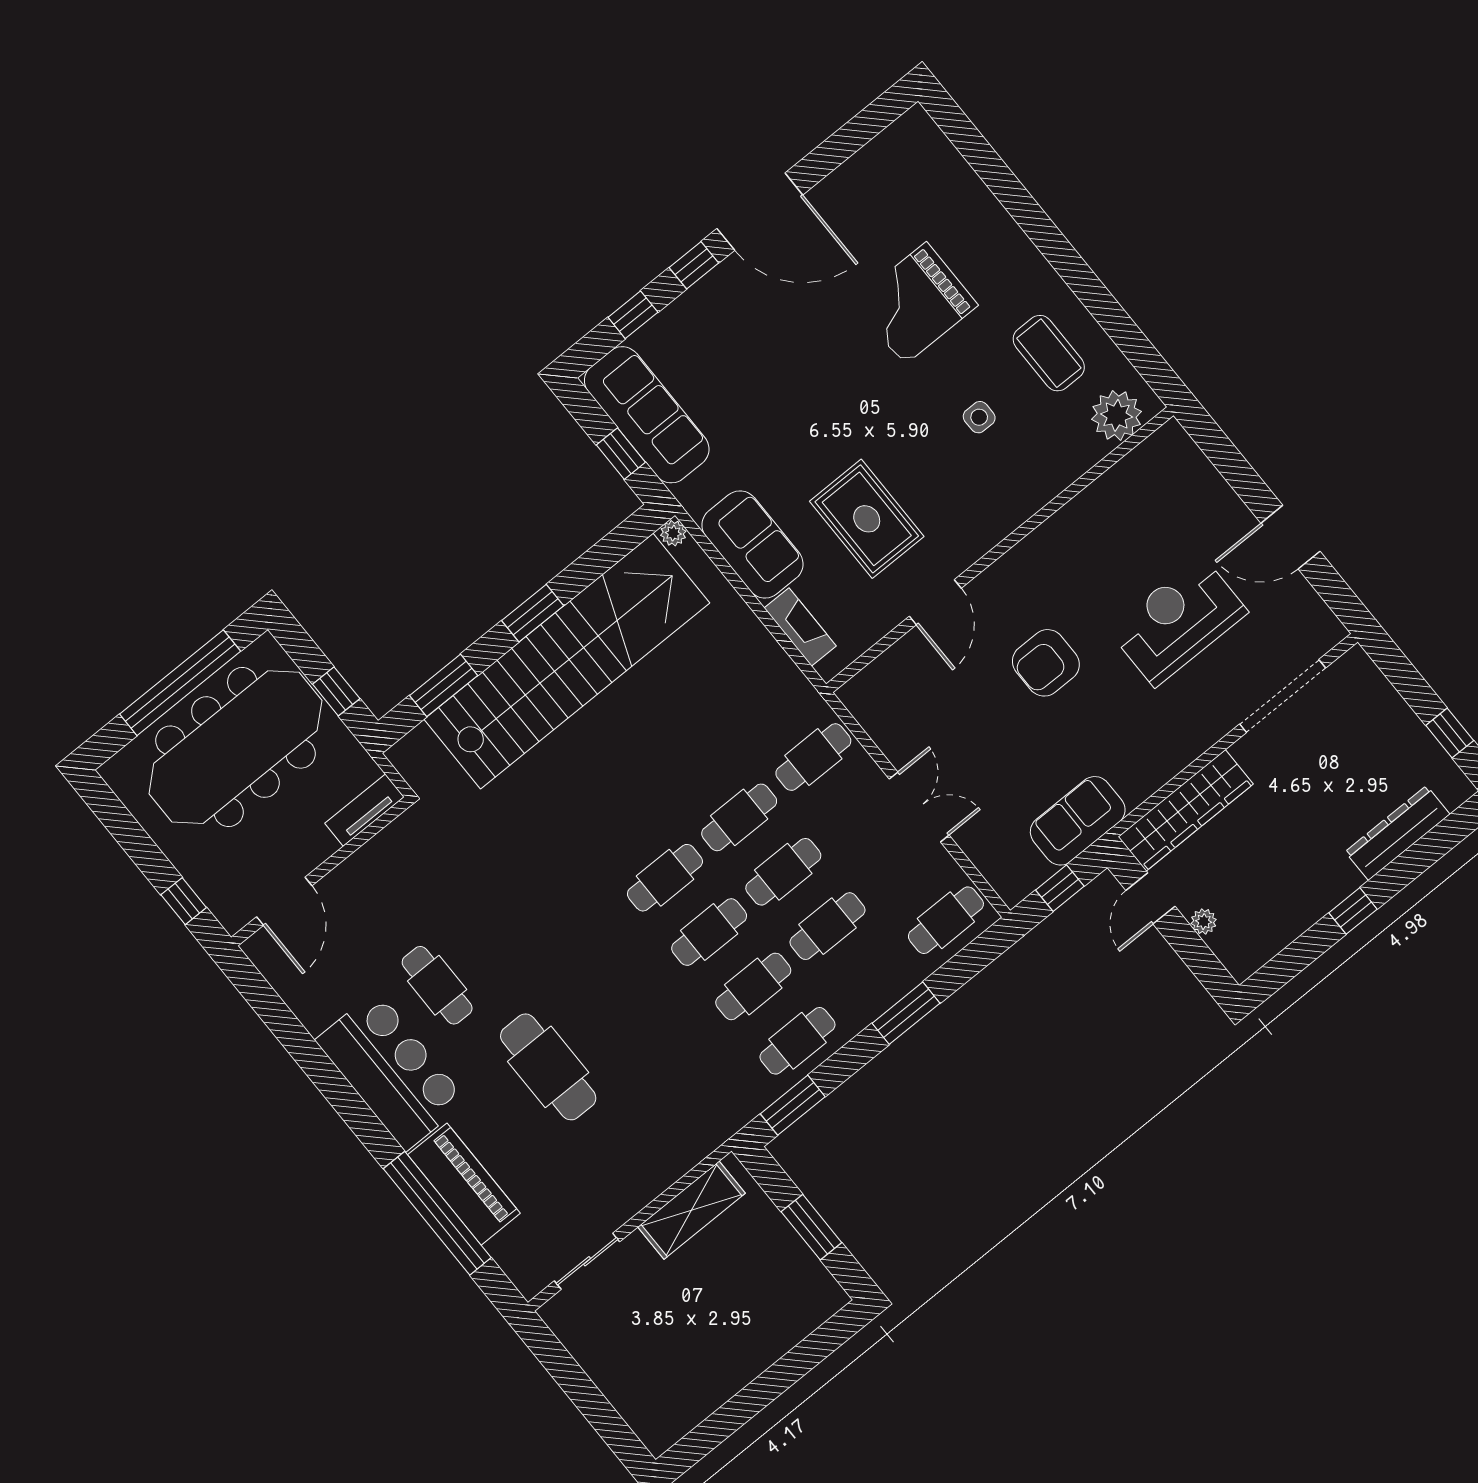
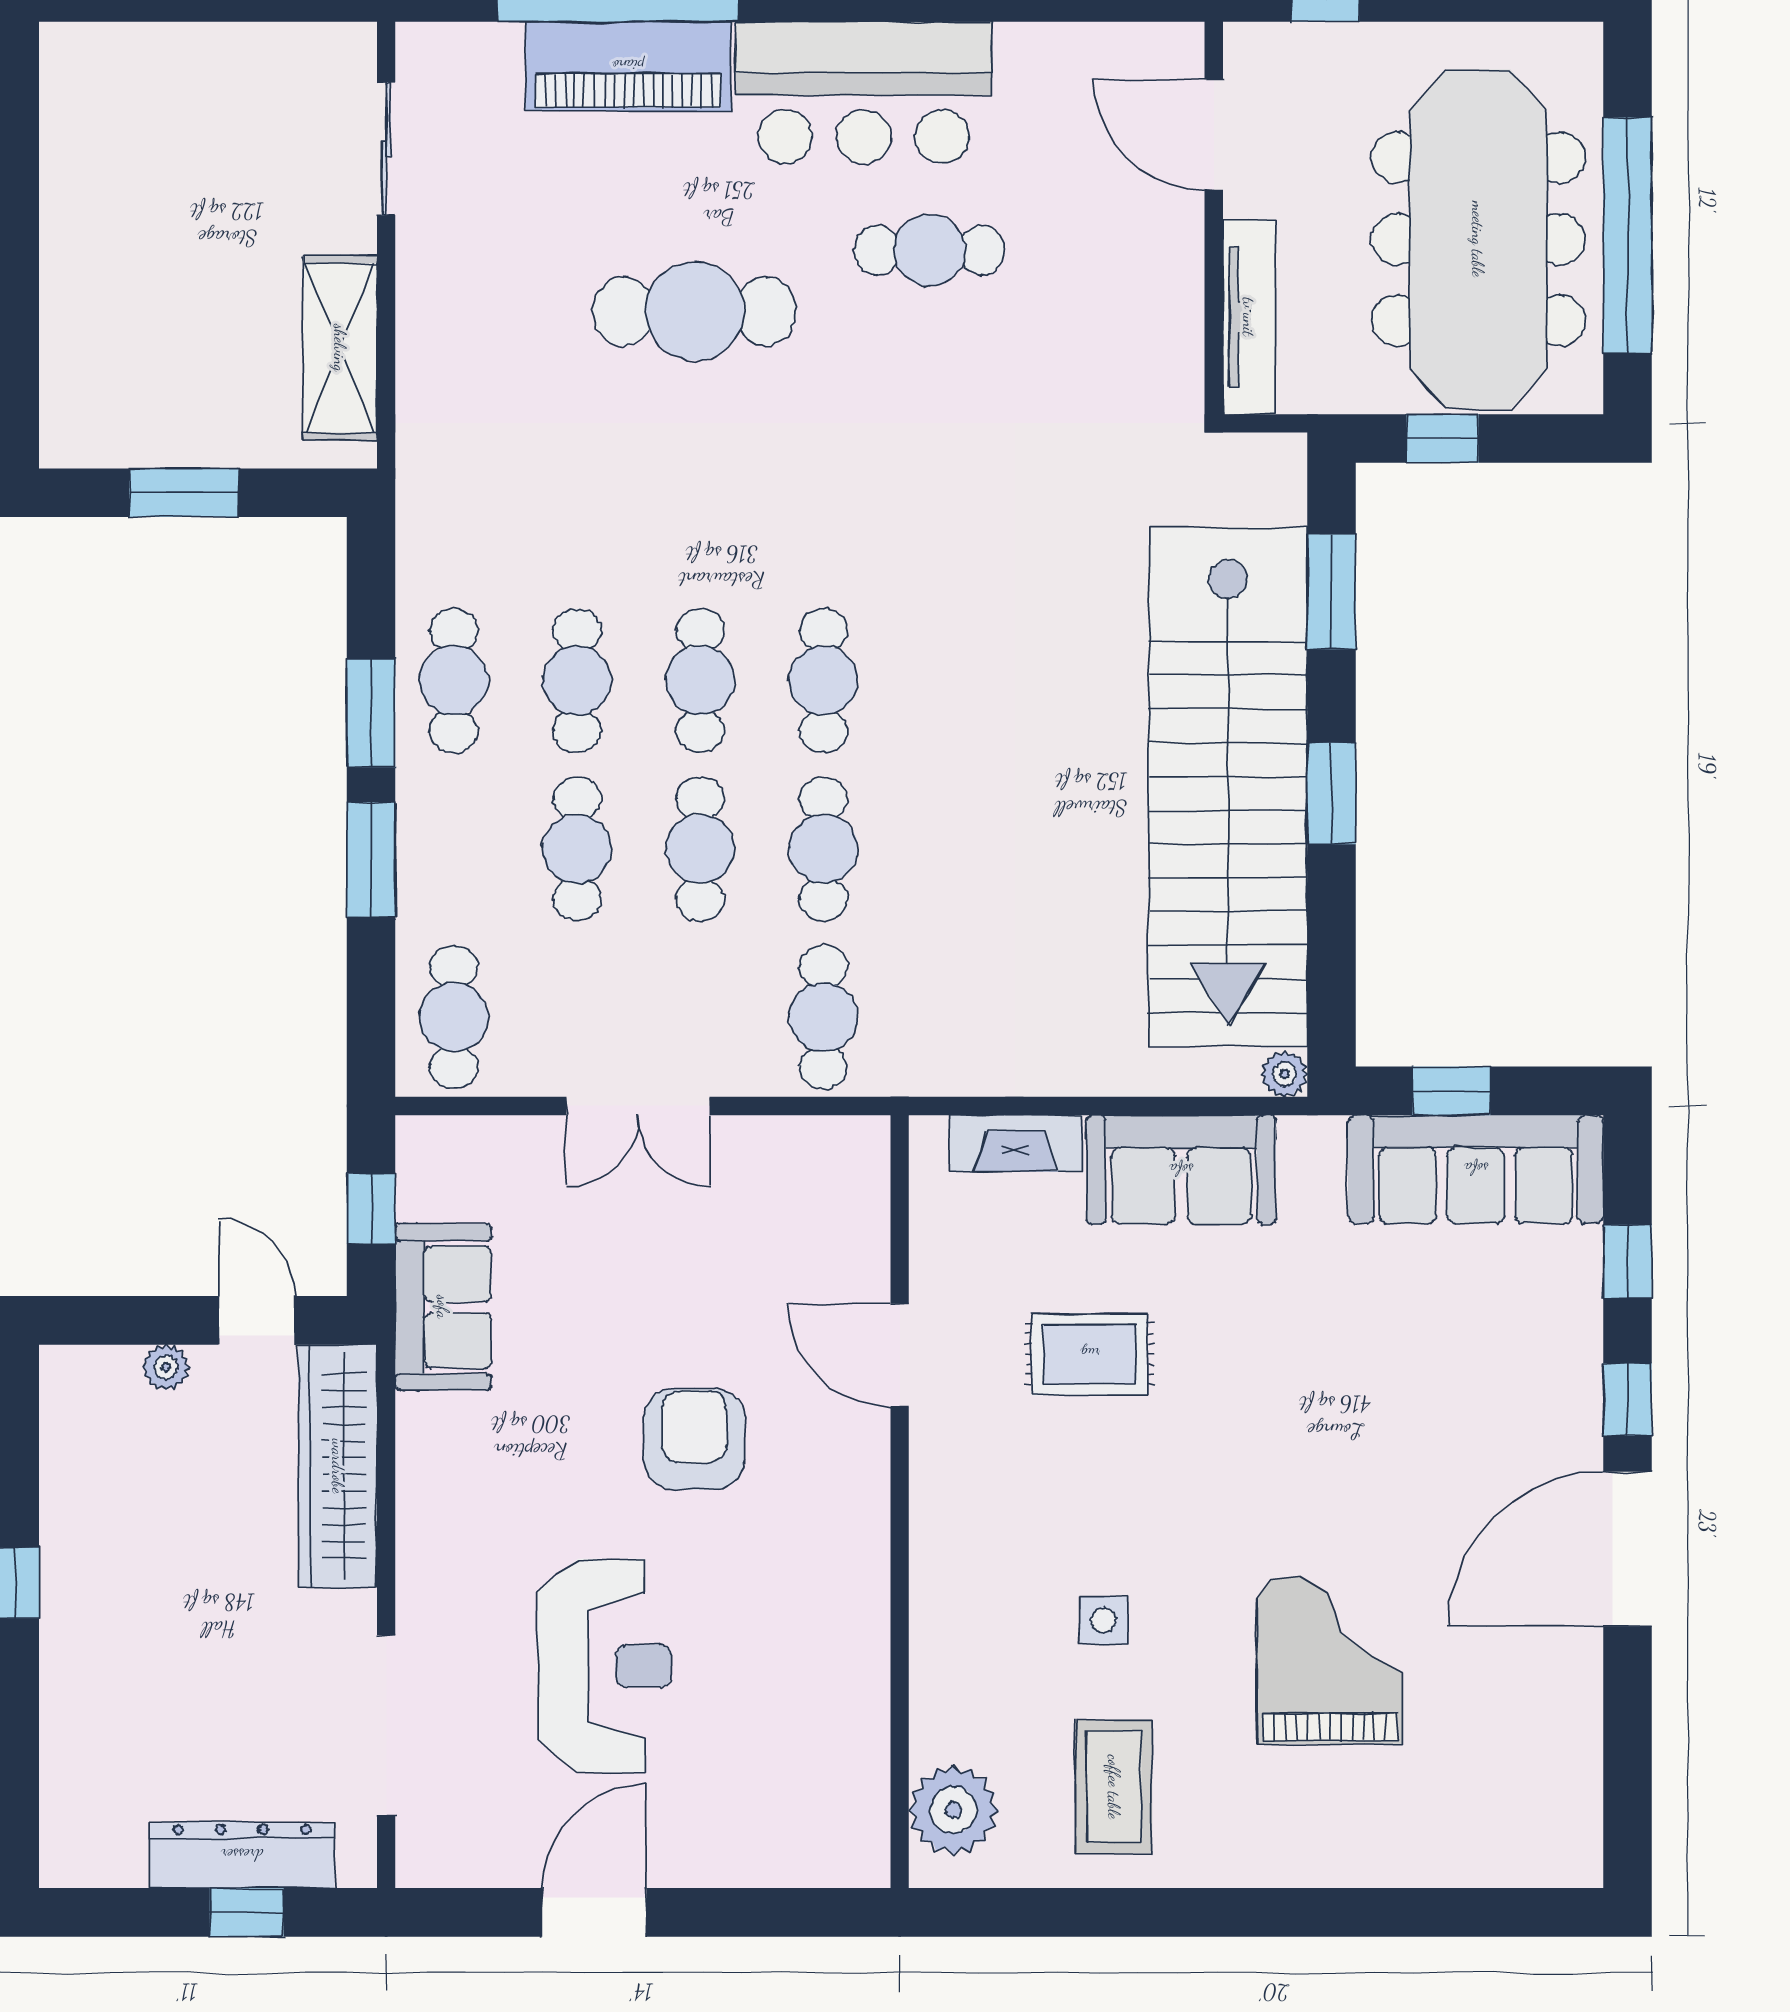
coffee table: (1049, 353) -> (1114, 1787), turned 90
rug: (867, 519) -> (1090, 1354), width x0.73, depth x0.70
window: (1450, 733) -> (247, 1912), moved
tv unit: (364, 810) -> (1249, 317), width x1.41
dresser: (1397, 833) -> (242, 1855), moved, turned -90
window: (793, 1105) -> (371, 713), moved

